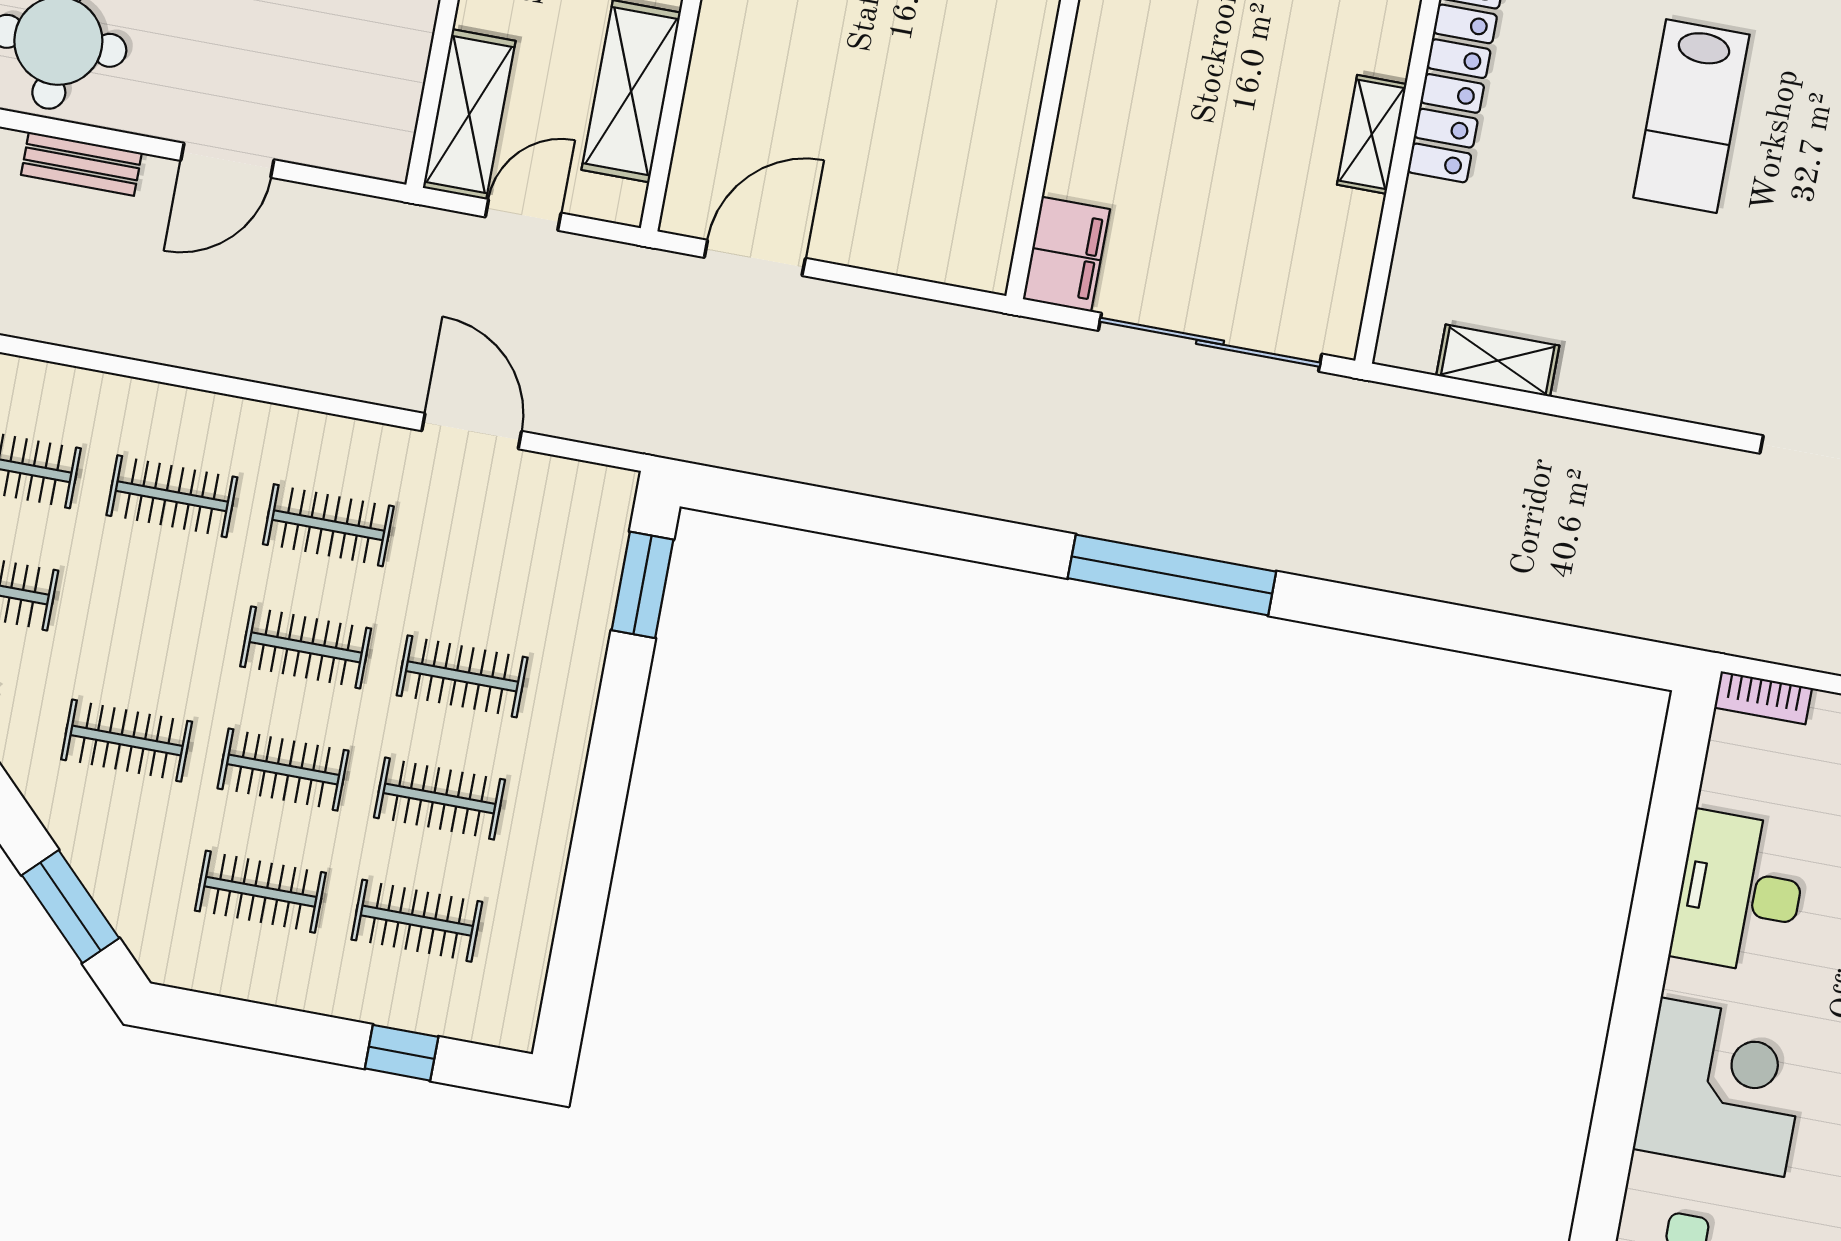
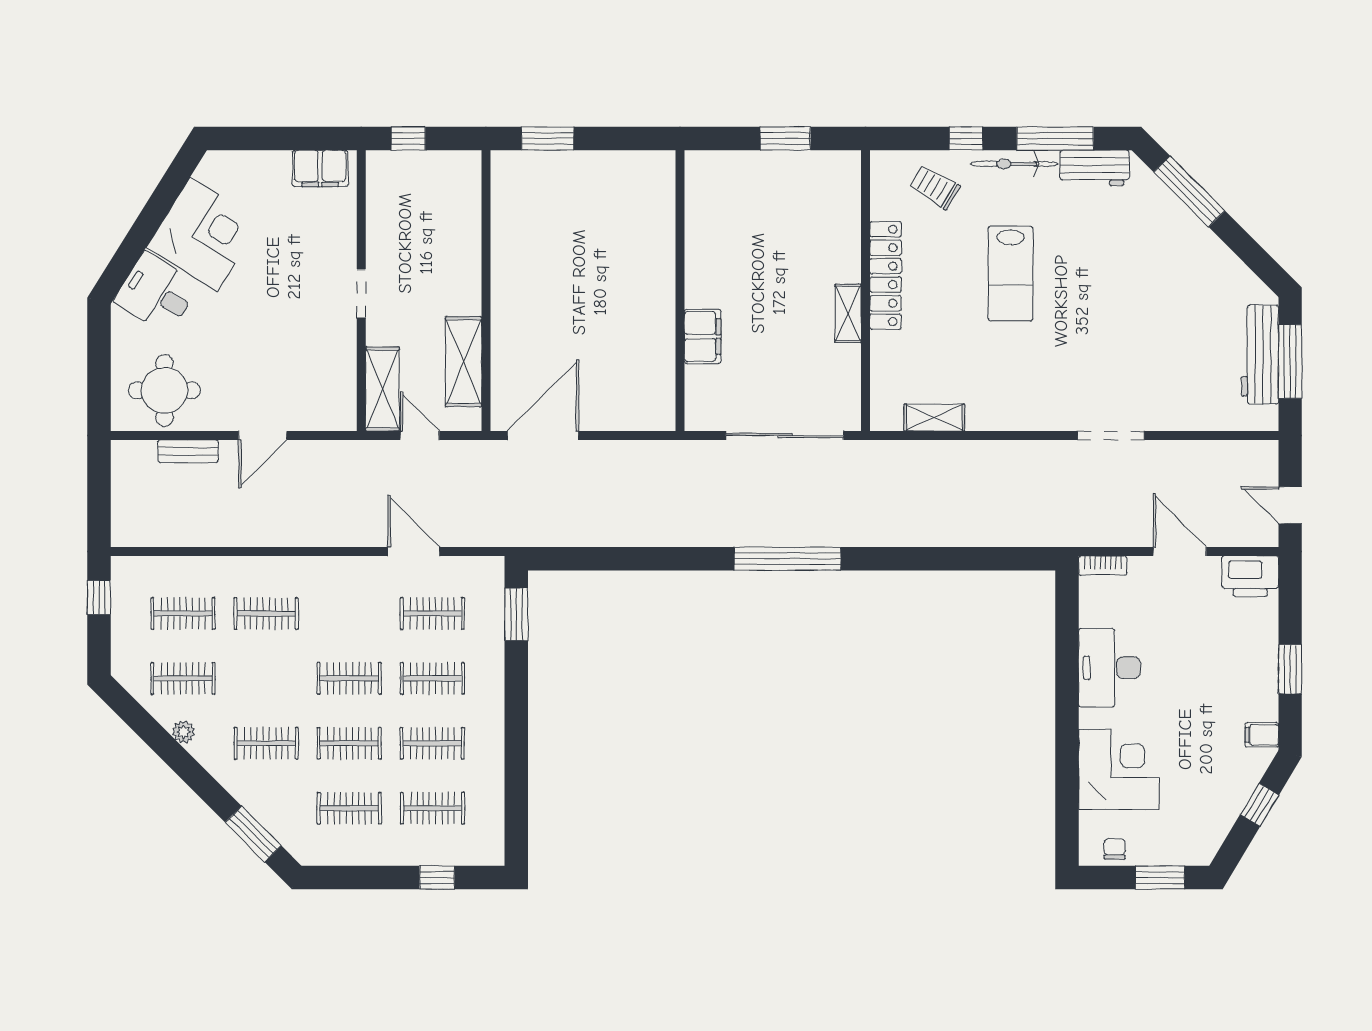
door: (523, 215) -> (420, 436), hinge flipped
filing cabinet: (1066, 254) -> (703, 337), moved
door: (755, 258) -> (543, 436), width x1.36
clothes rail: (328, 525) -> (432, 613), moved

